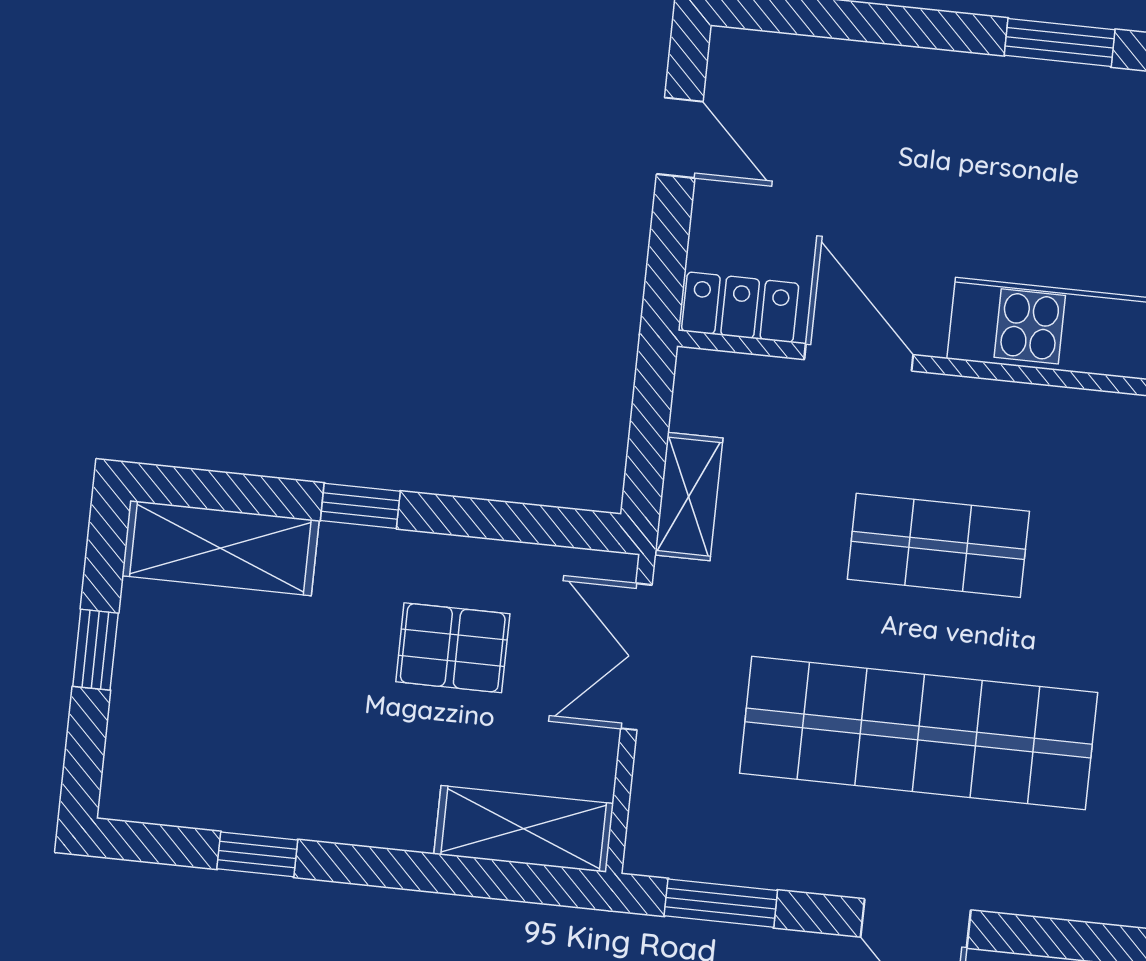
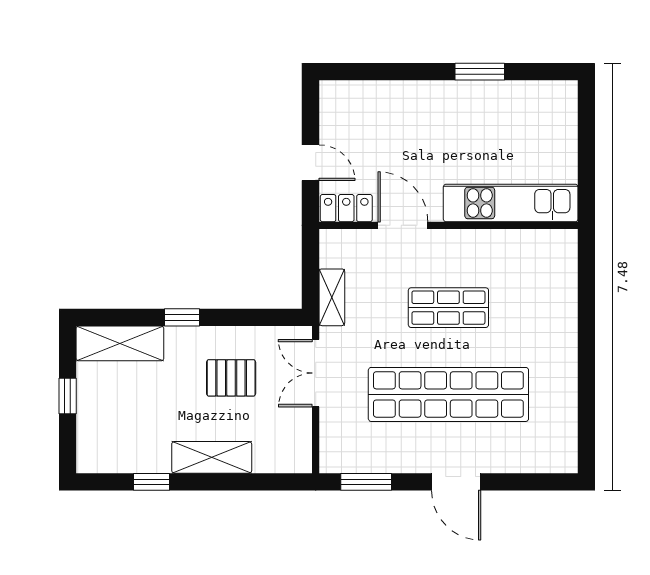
door: (680, 138) -> (310, 163), moved
shelving: (524, 829) -> (212, 457), moved

